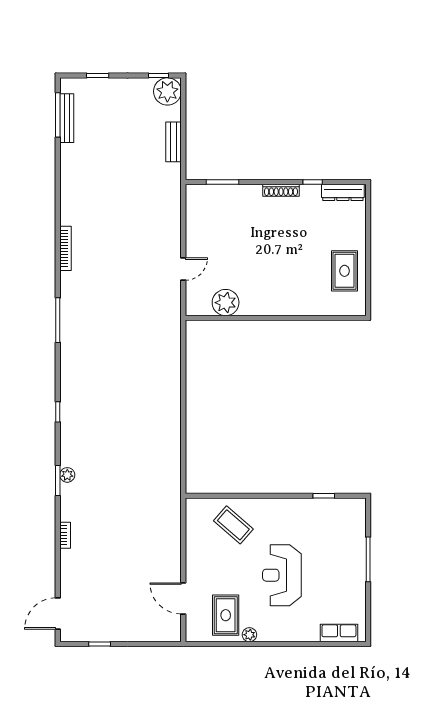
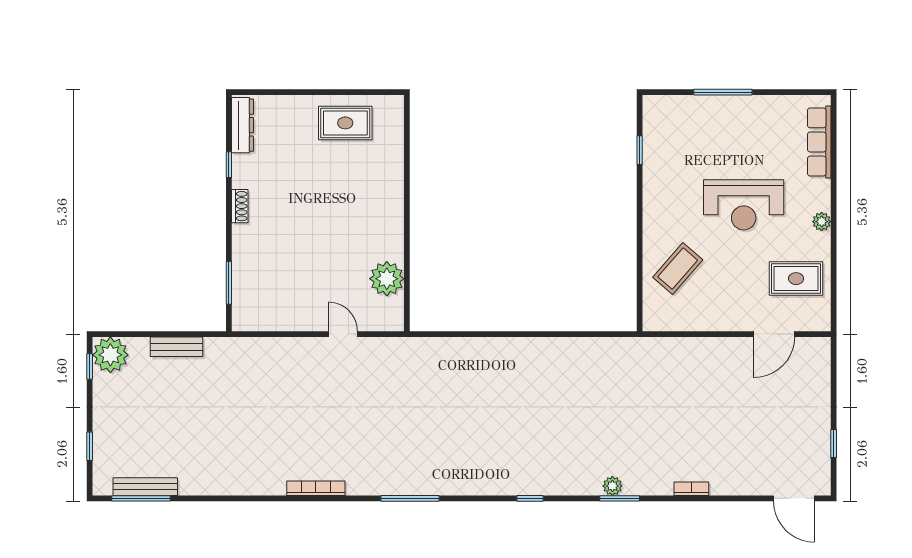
shoe rack: (281, 190) -> (240, 206), width x0.70
row of seats: (339, 633) -> (819, 142), width x1.48
plant: (249, 635) -> (822, 222), moved

